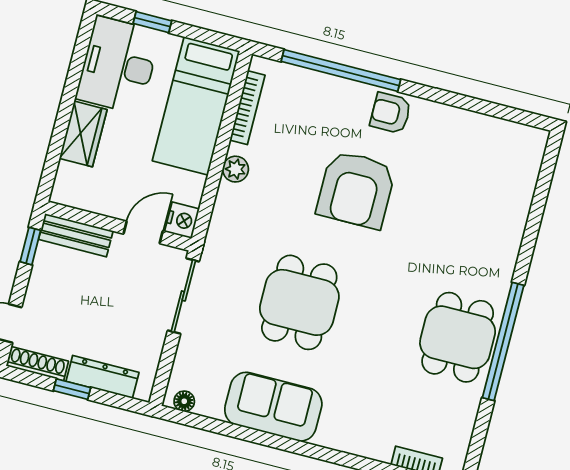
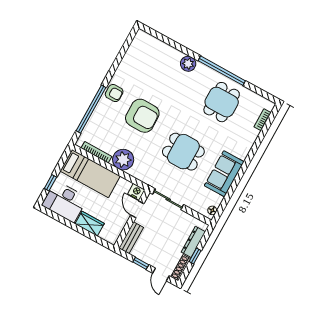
armchair: (391, 113) -> (114, 93), turned -90
plant: (235, 169) -> (123, 160), width x1.88, depth x1.88
window: (30, 246) -> (141, 263), moved
plant: (499, 262) -> (188, 64), added
dining table: (458, 337) -> (222, 102), moved, turned 90

